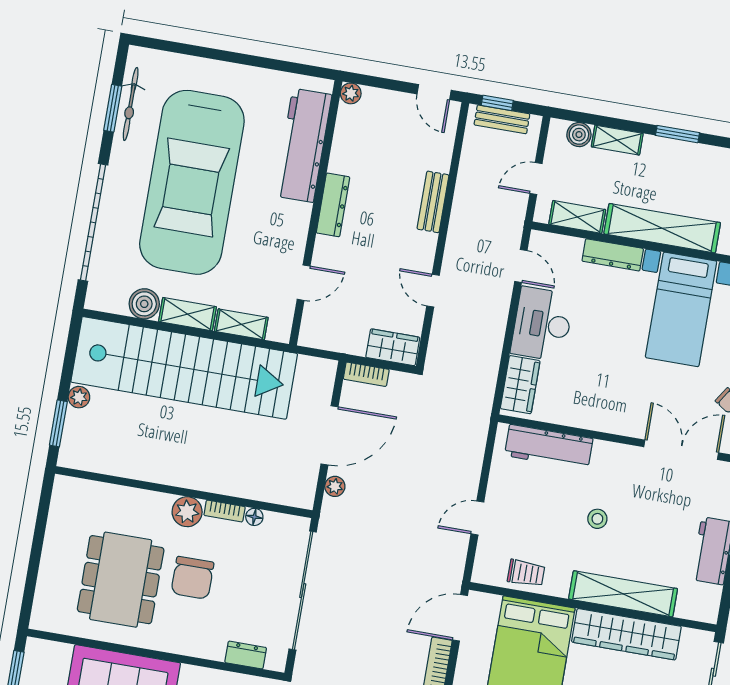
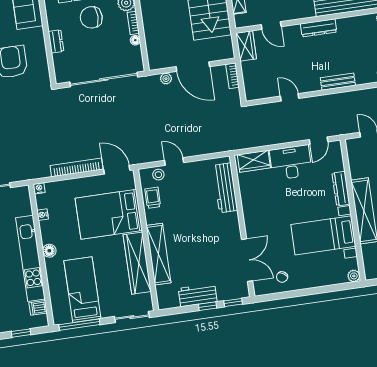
shelving: (577, 217) -> (355, 163), removed
door: (433, 291) -> (290, 97), hinge flipped
wardrobe: (393, 347) -> (246, 46), moved
stool: (597, 519) -> (158, 175), moved
trolley: (526, 573) -> (153, 198), turned 180
dresser: (246, 655) -> (56, 41), moved

